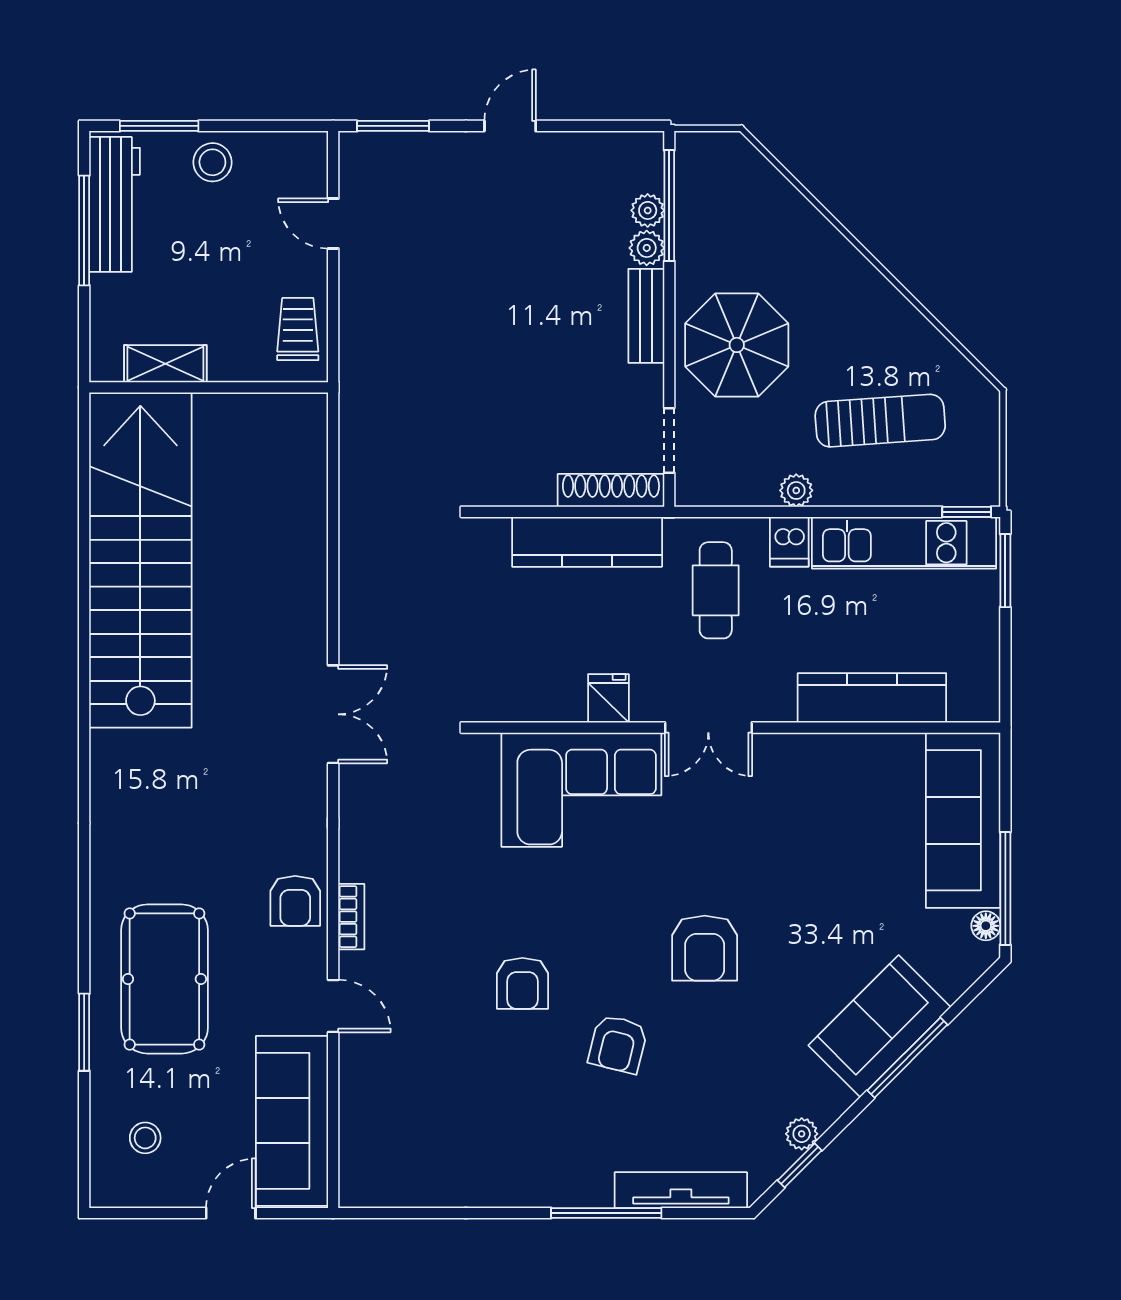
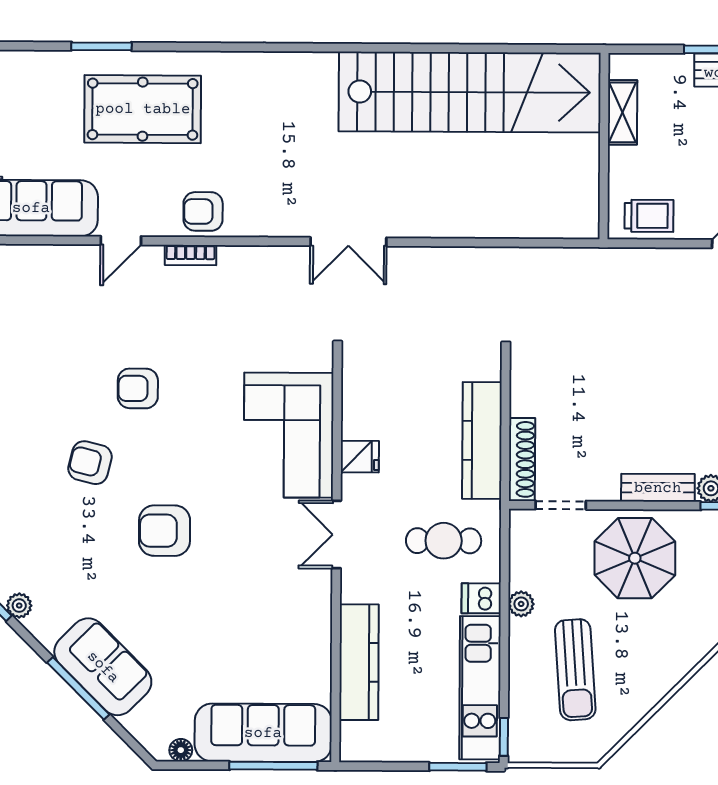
window: (1005, 888) -> (273, 766), moved
stool: (145, 1138) -> (19, 93), removed

